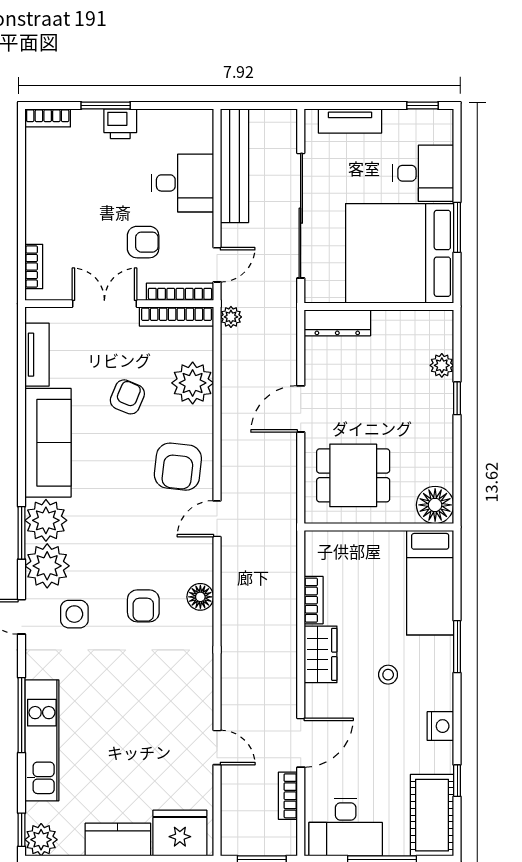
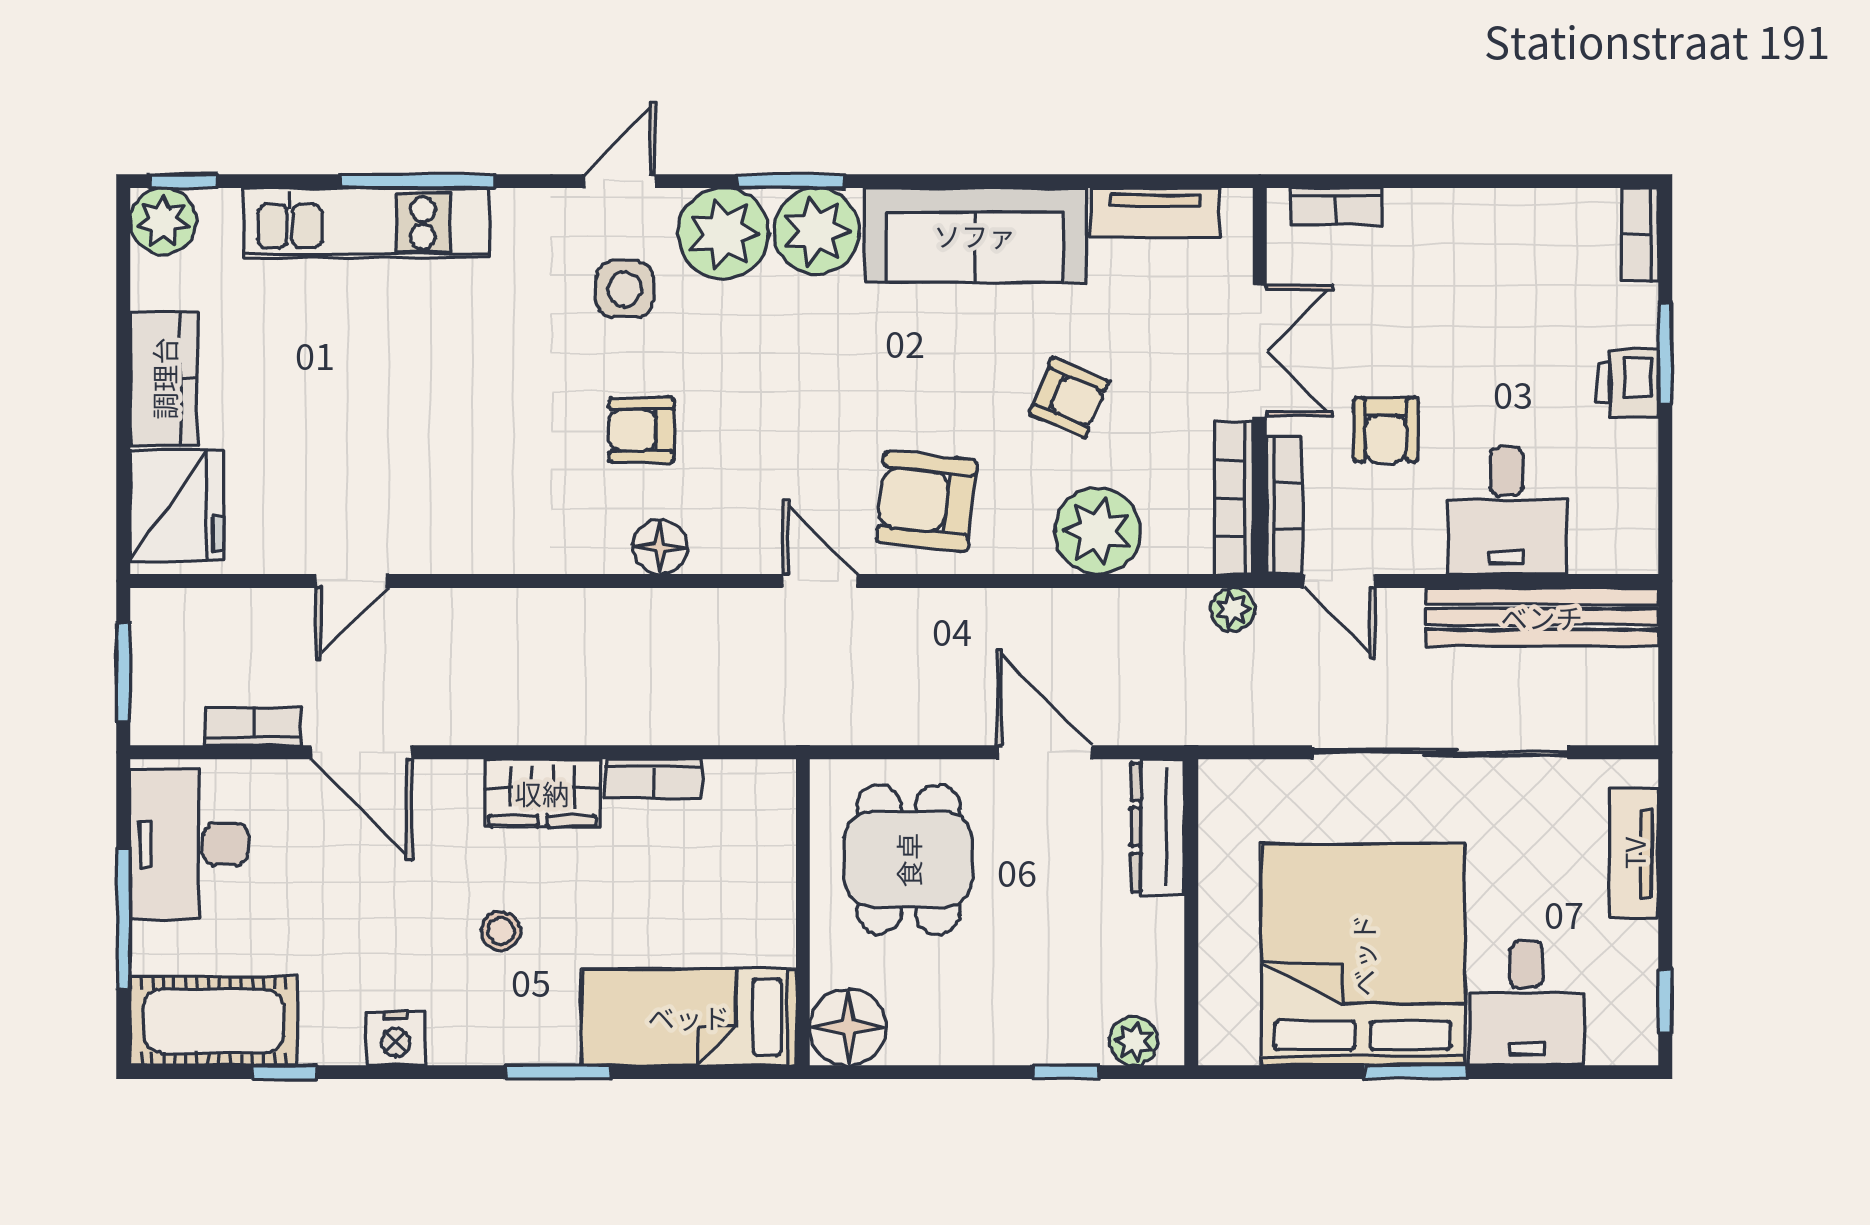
wall: (379, 306) -> (1191, 912), moved
dresser: (337, 323) -> (1158, 827), moved

